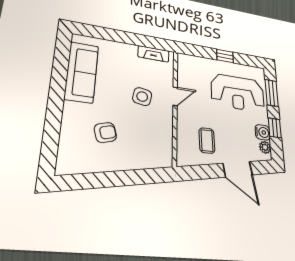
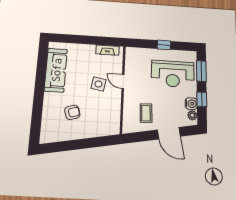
door: (175, 96) -> (123, 81), swing flipped

